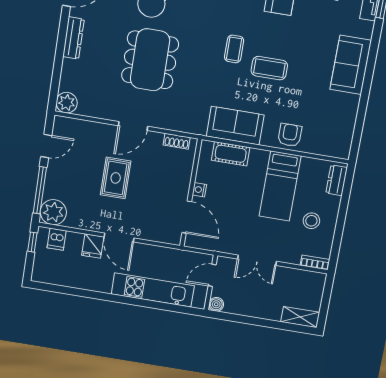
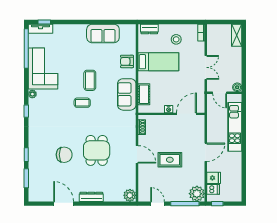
dining table: (150, 60) -> (97, 150), width x0.73
sofa: (351, 65) -> (103, 33), moved
fridge: (93, 246) -> (214, 178), moved

